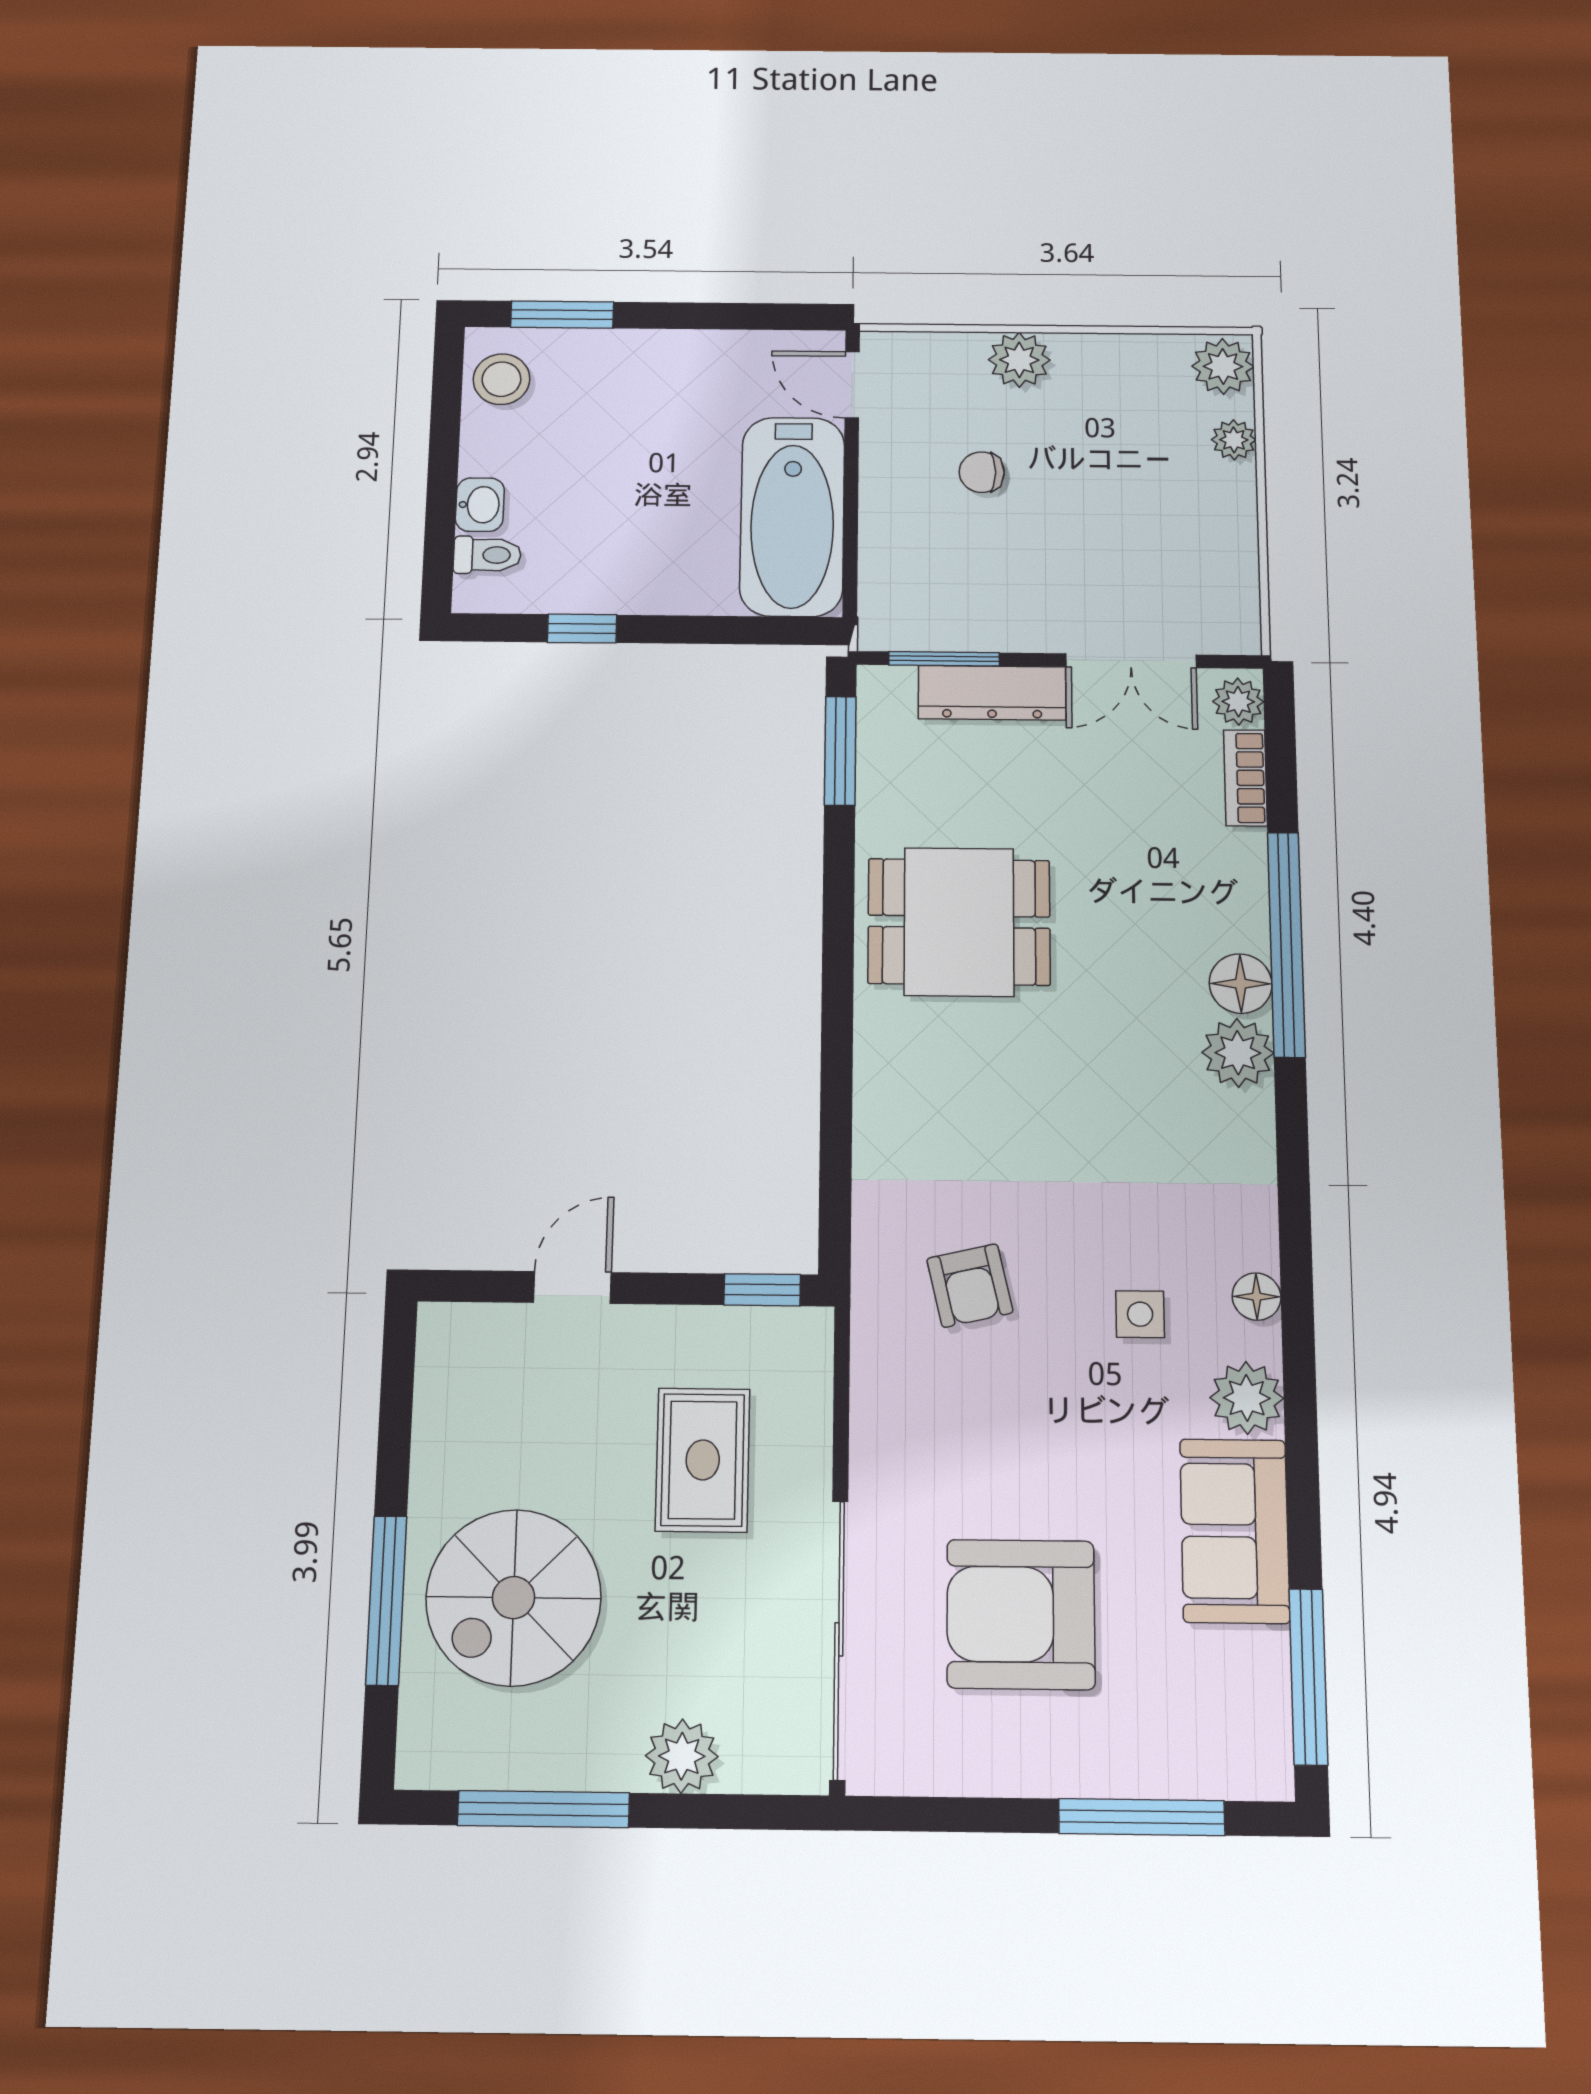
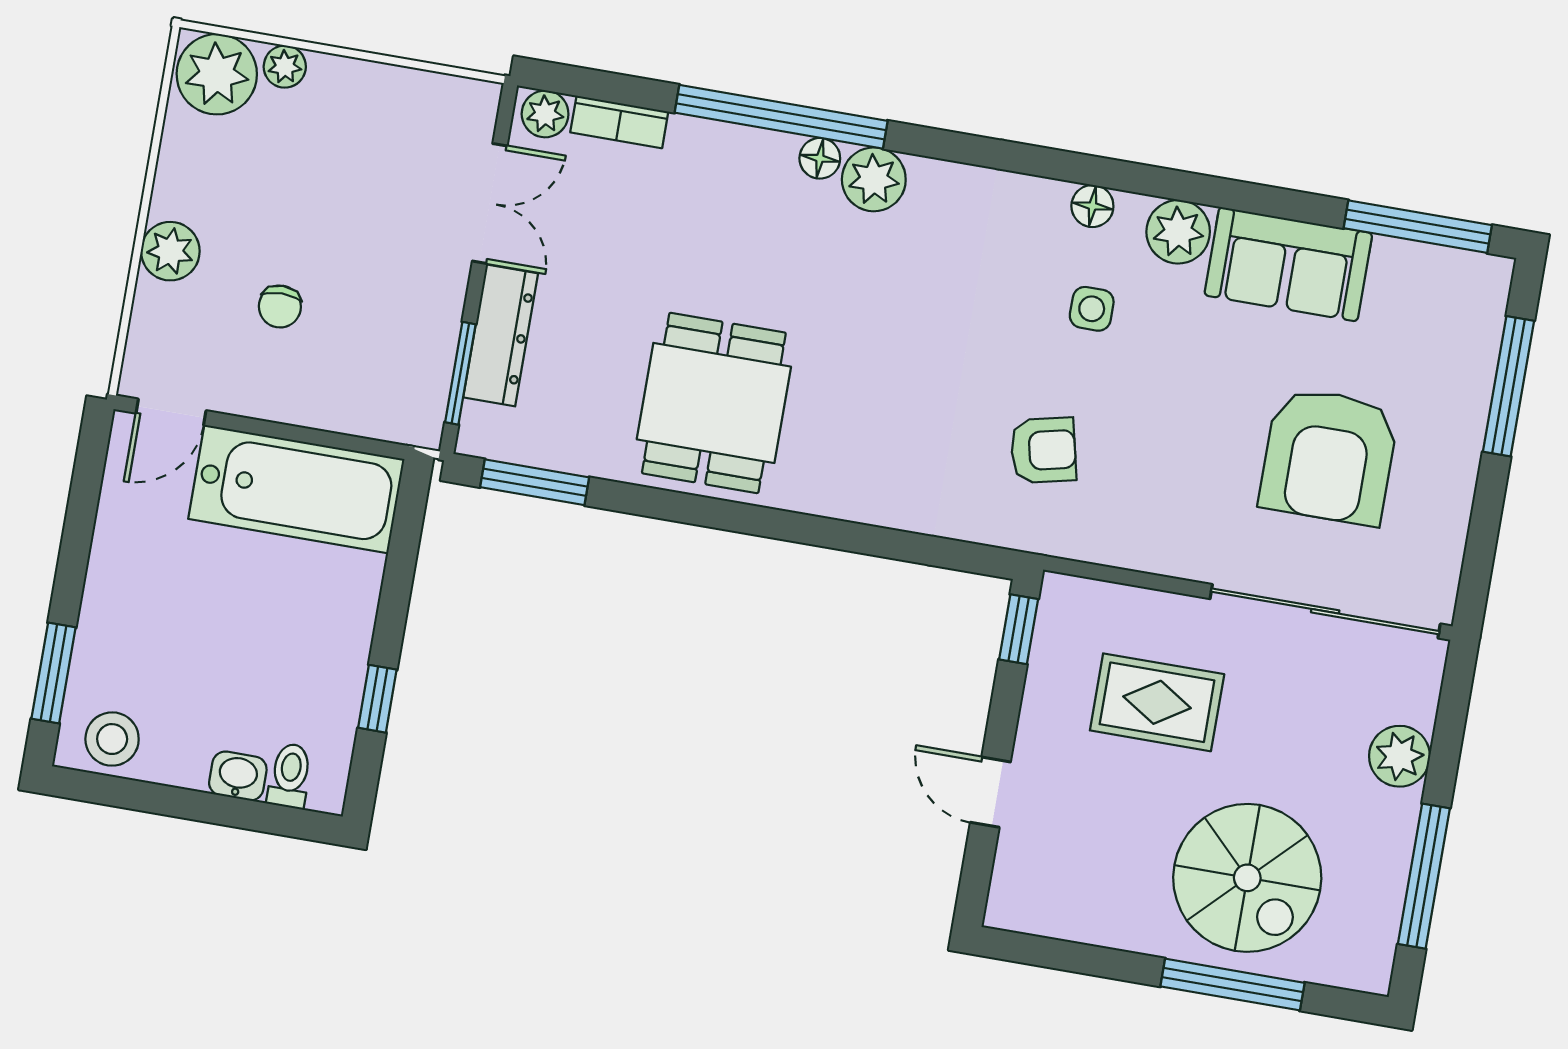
plant: (1223, 366) -> (217, 74), width x1.36, depth x1.36
floor lamp: (1241, 984) -> (820, 158), width x0.73, depth x0.73

